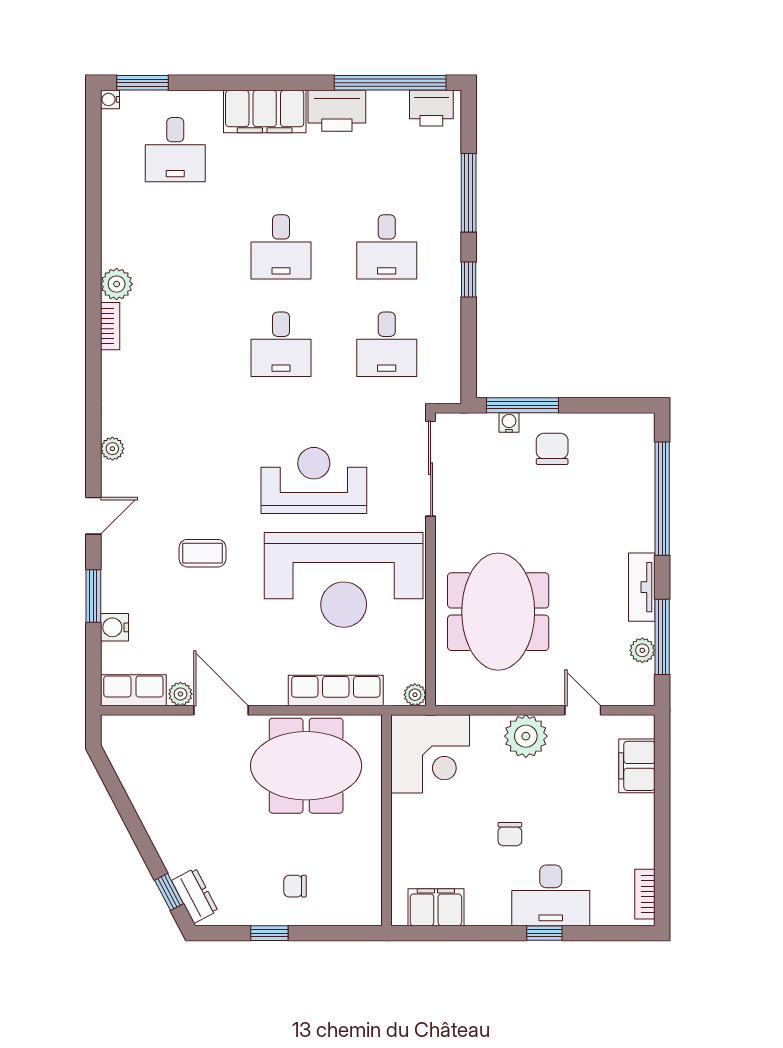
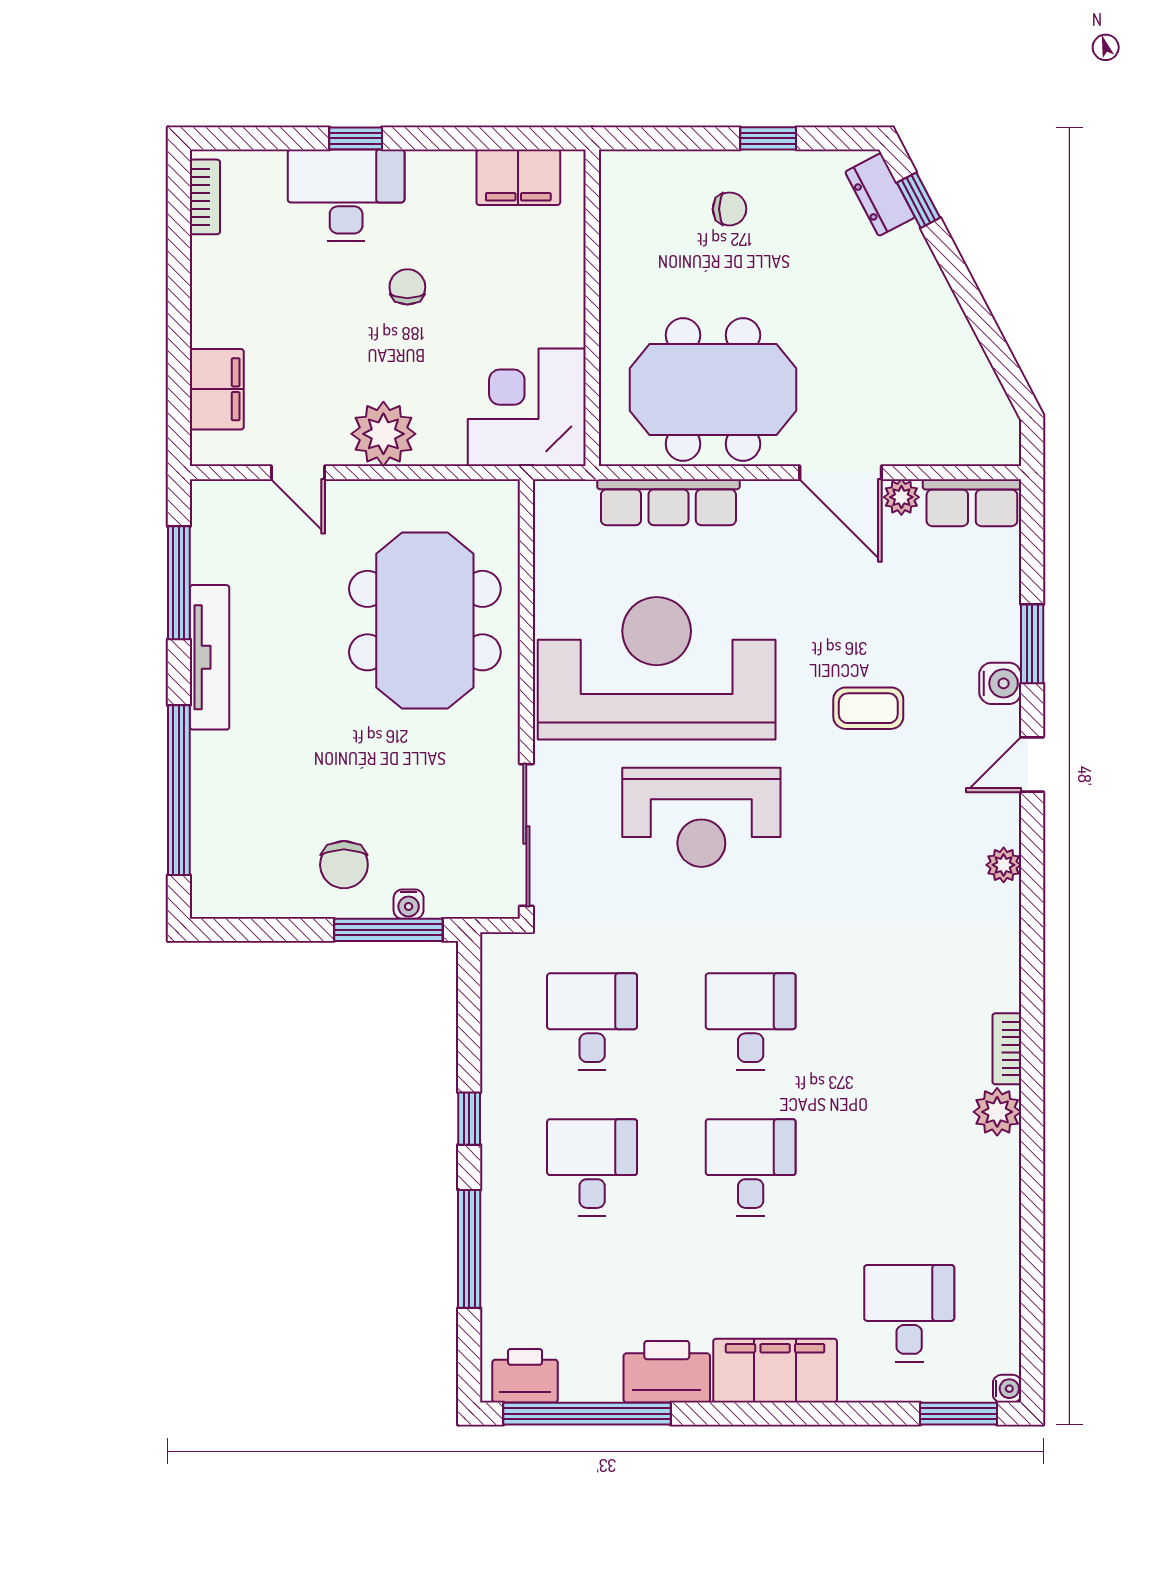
tv unit: (642, 587) -> (210, 657), width x1.41
water cooler: (115, 627) -> (1000, 683), moved
plant: (642, 650) -> (209, 563), removed
plant: (415, 695) -> (550, 496), removed

